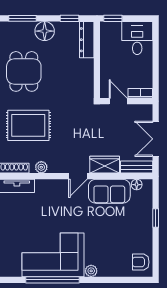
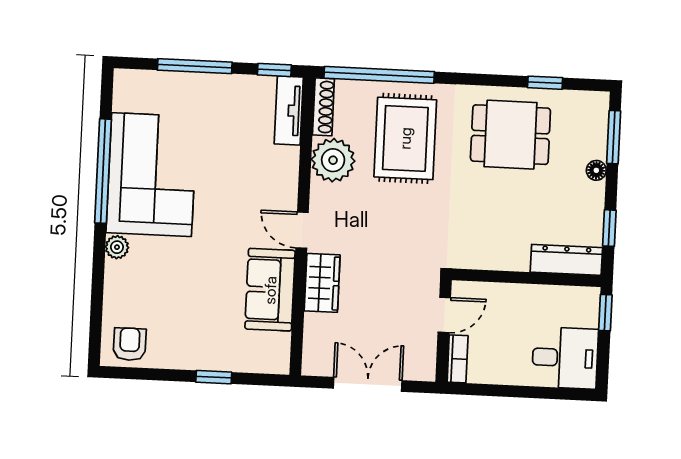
floor lamp: (45, 31) -> (596, 170), width x0.53, depth x0.53
plant: (41, 167) -> (333, 160), width x1.88, depth x1.88
bench: (137, 167) -> (314, 345), removed
floor lamp: (137, 185) -> (280, 343), removed

